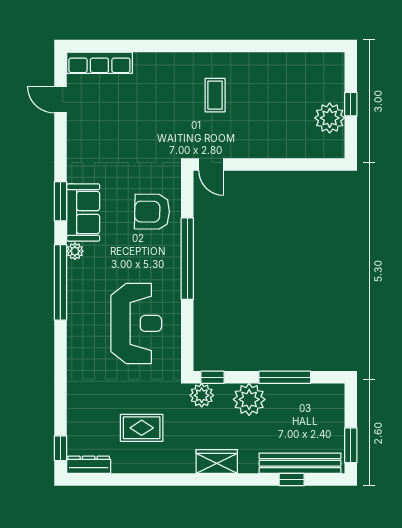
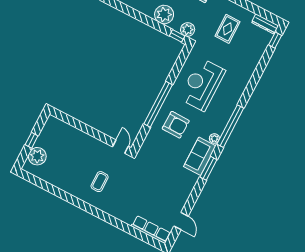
plant: (330, 118) -> (37, 156), moved
armchair: (152, 212) -> (176, 125), moved
window: (285, 377) -> (140, 16), removed
rug: (142, 428) -> (227, 29), turned 90

